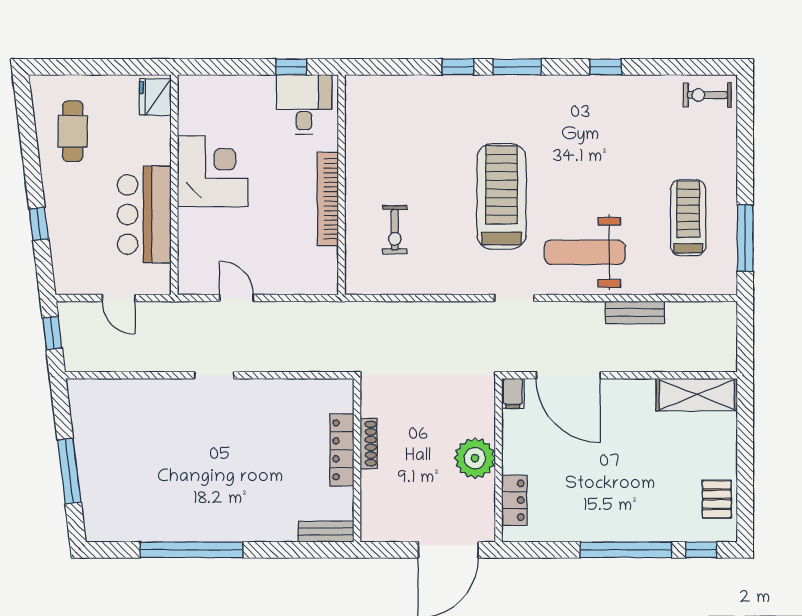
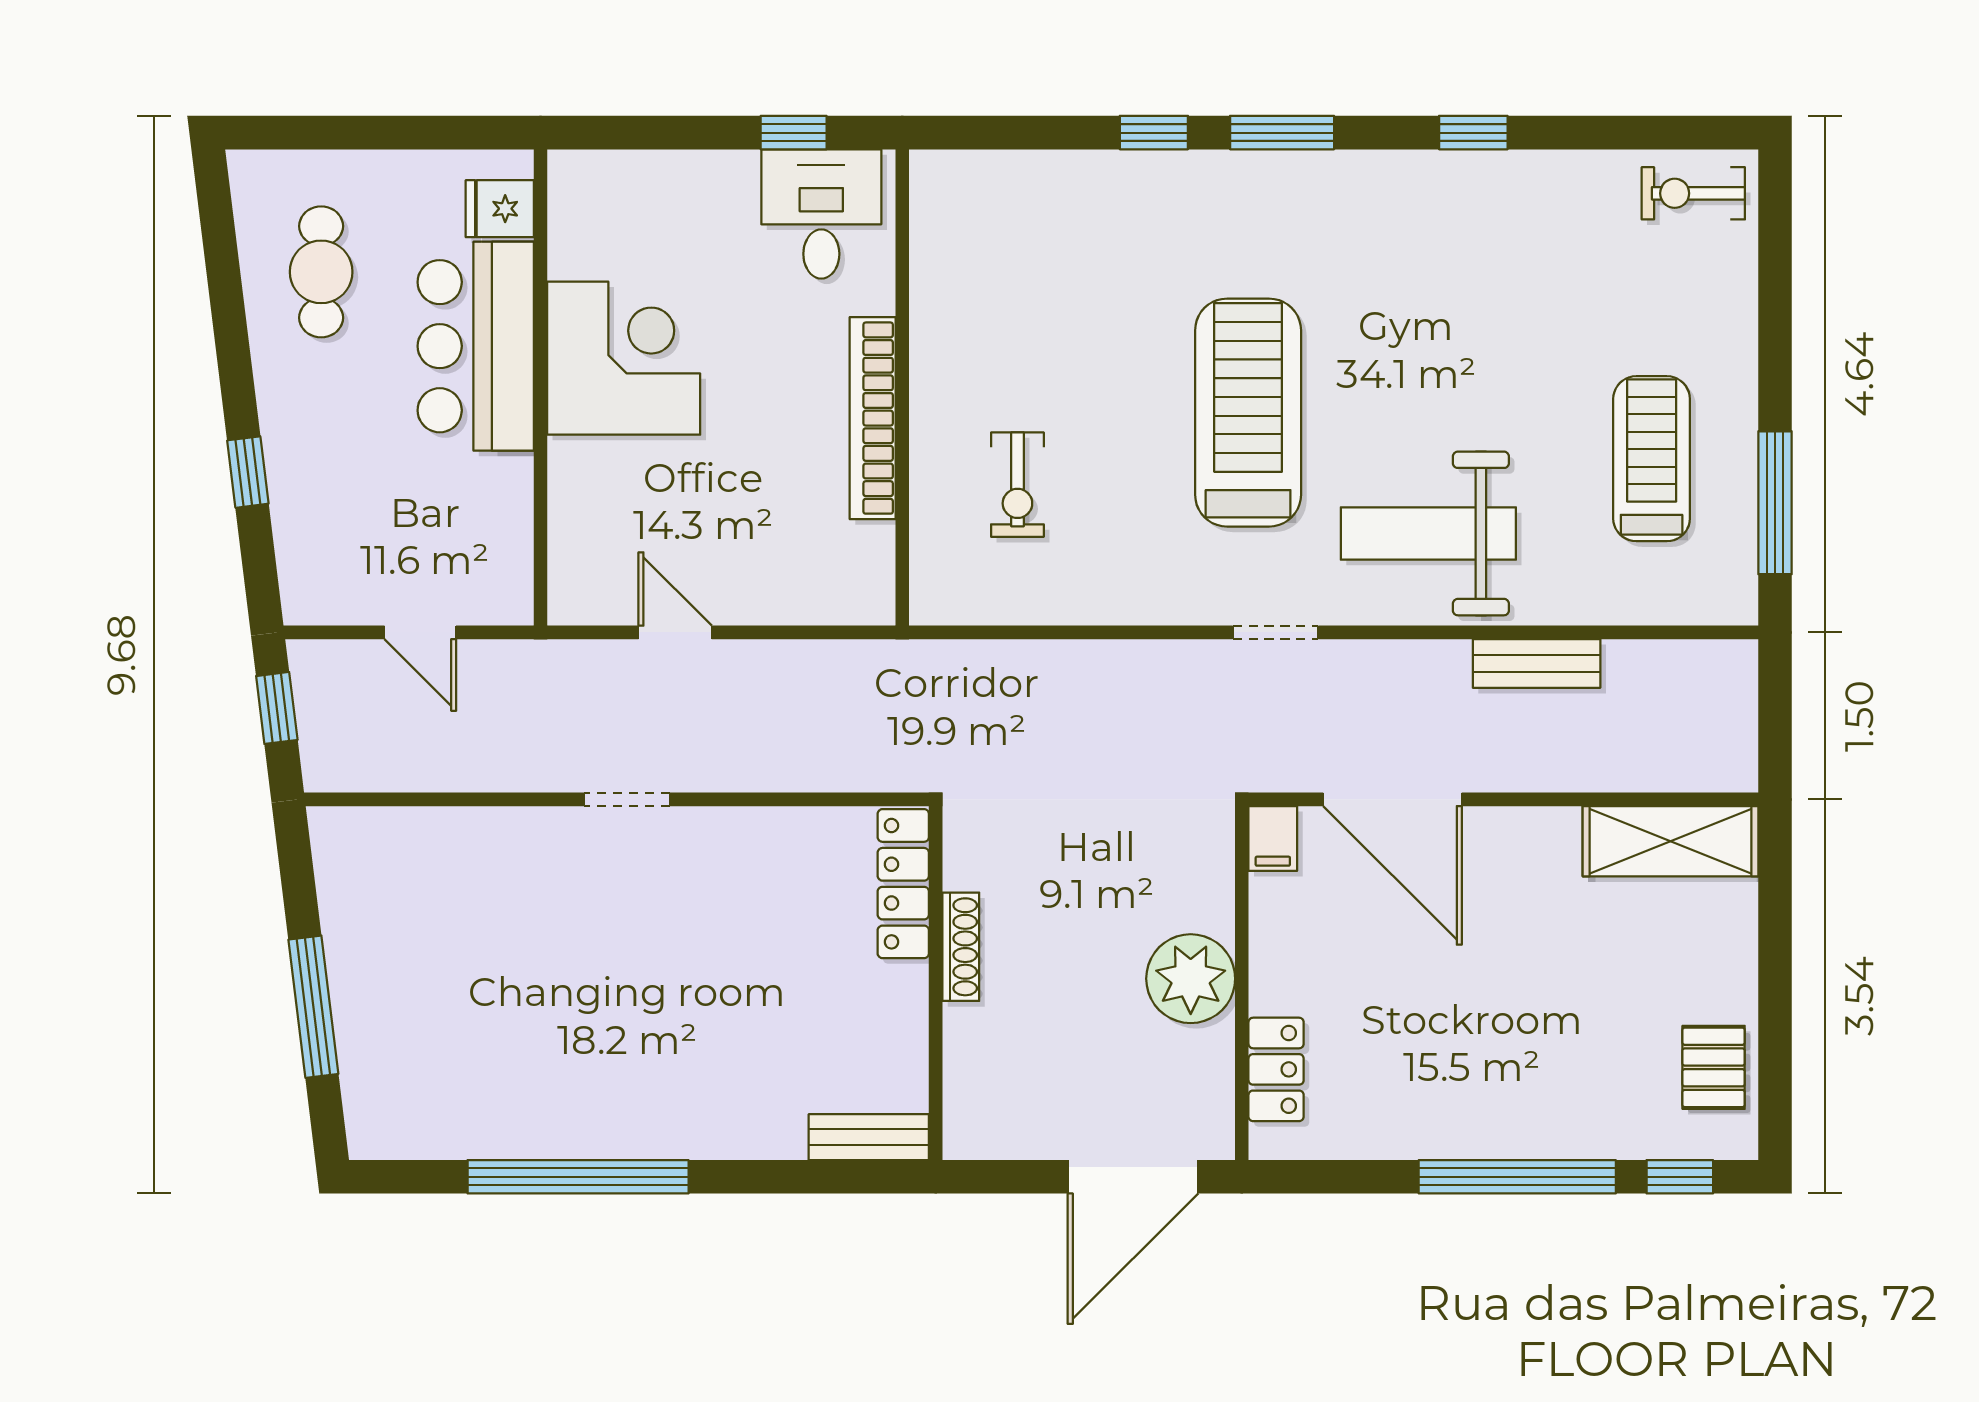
fridge: (155, 97) -> (500, 209), width x0.72
bar counter: (144, 214) -> (476, 346), moved
locker: (342, 450) -> (903, 884), moved

